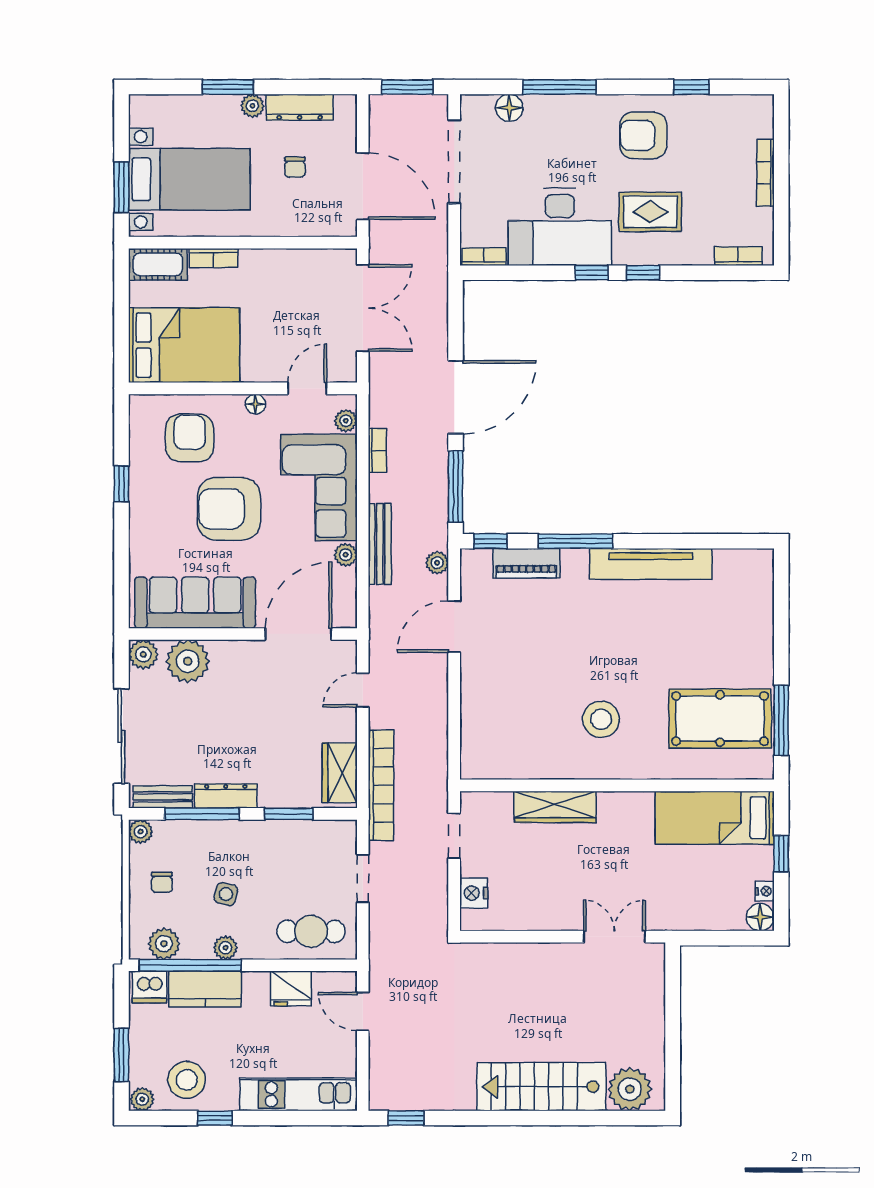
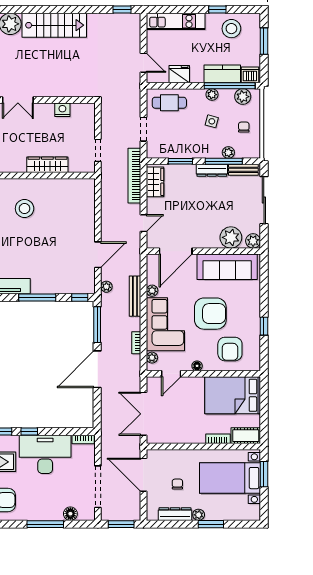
piano: (526, 563) -> (62, 286), removed
plant: (141, 832) -> (228, 152), moved
nightstand: (474, 893) -> (62, 110), moved, turned -90
plant: (142, 1099) -> (254, 19), removed

